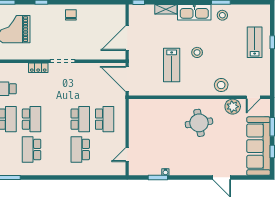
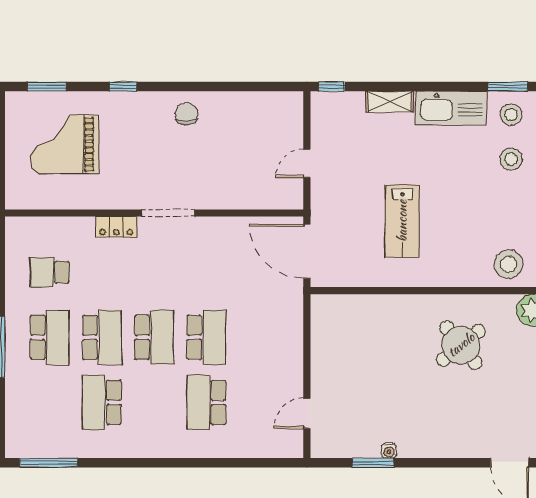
door: (127, 38) -> (307, 163), width x0.53
stool: (197, 52) -> (511, 159), moved
school desk: (105, 119) -> (154, 337), moved
round table: (199, 123) -> (461, 345), turned -30

